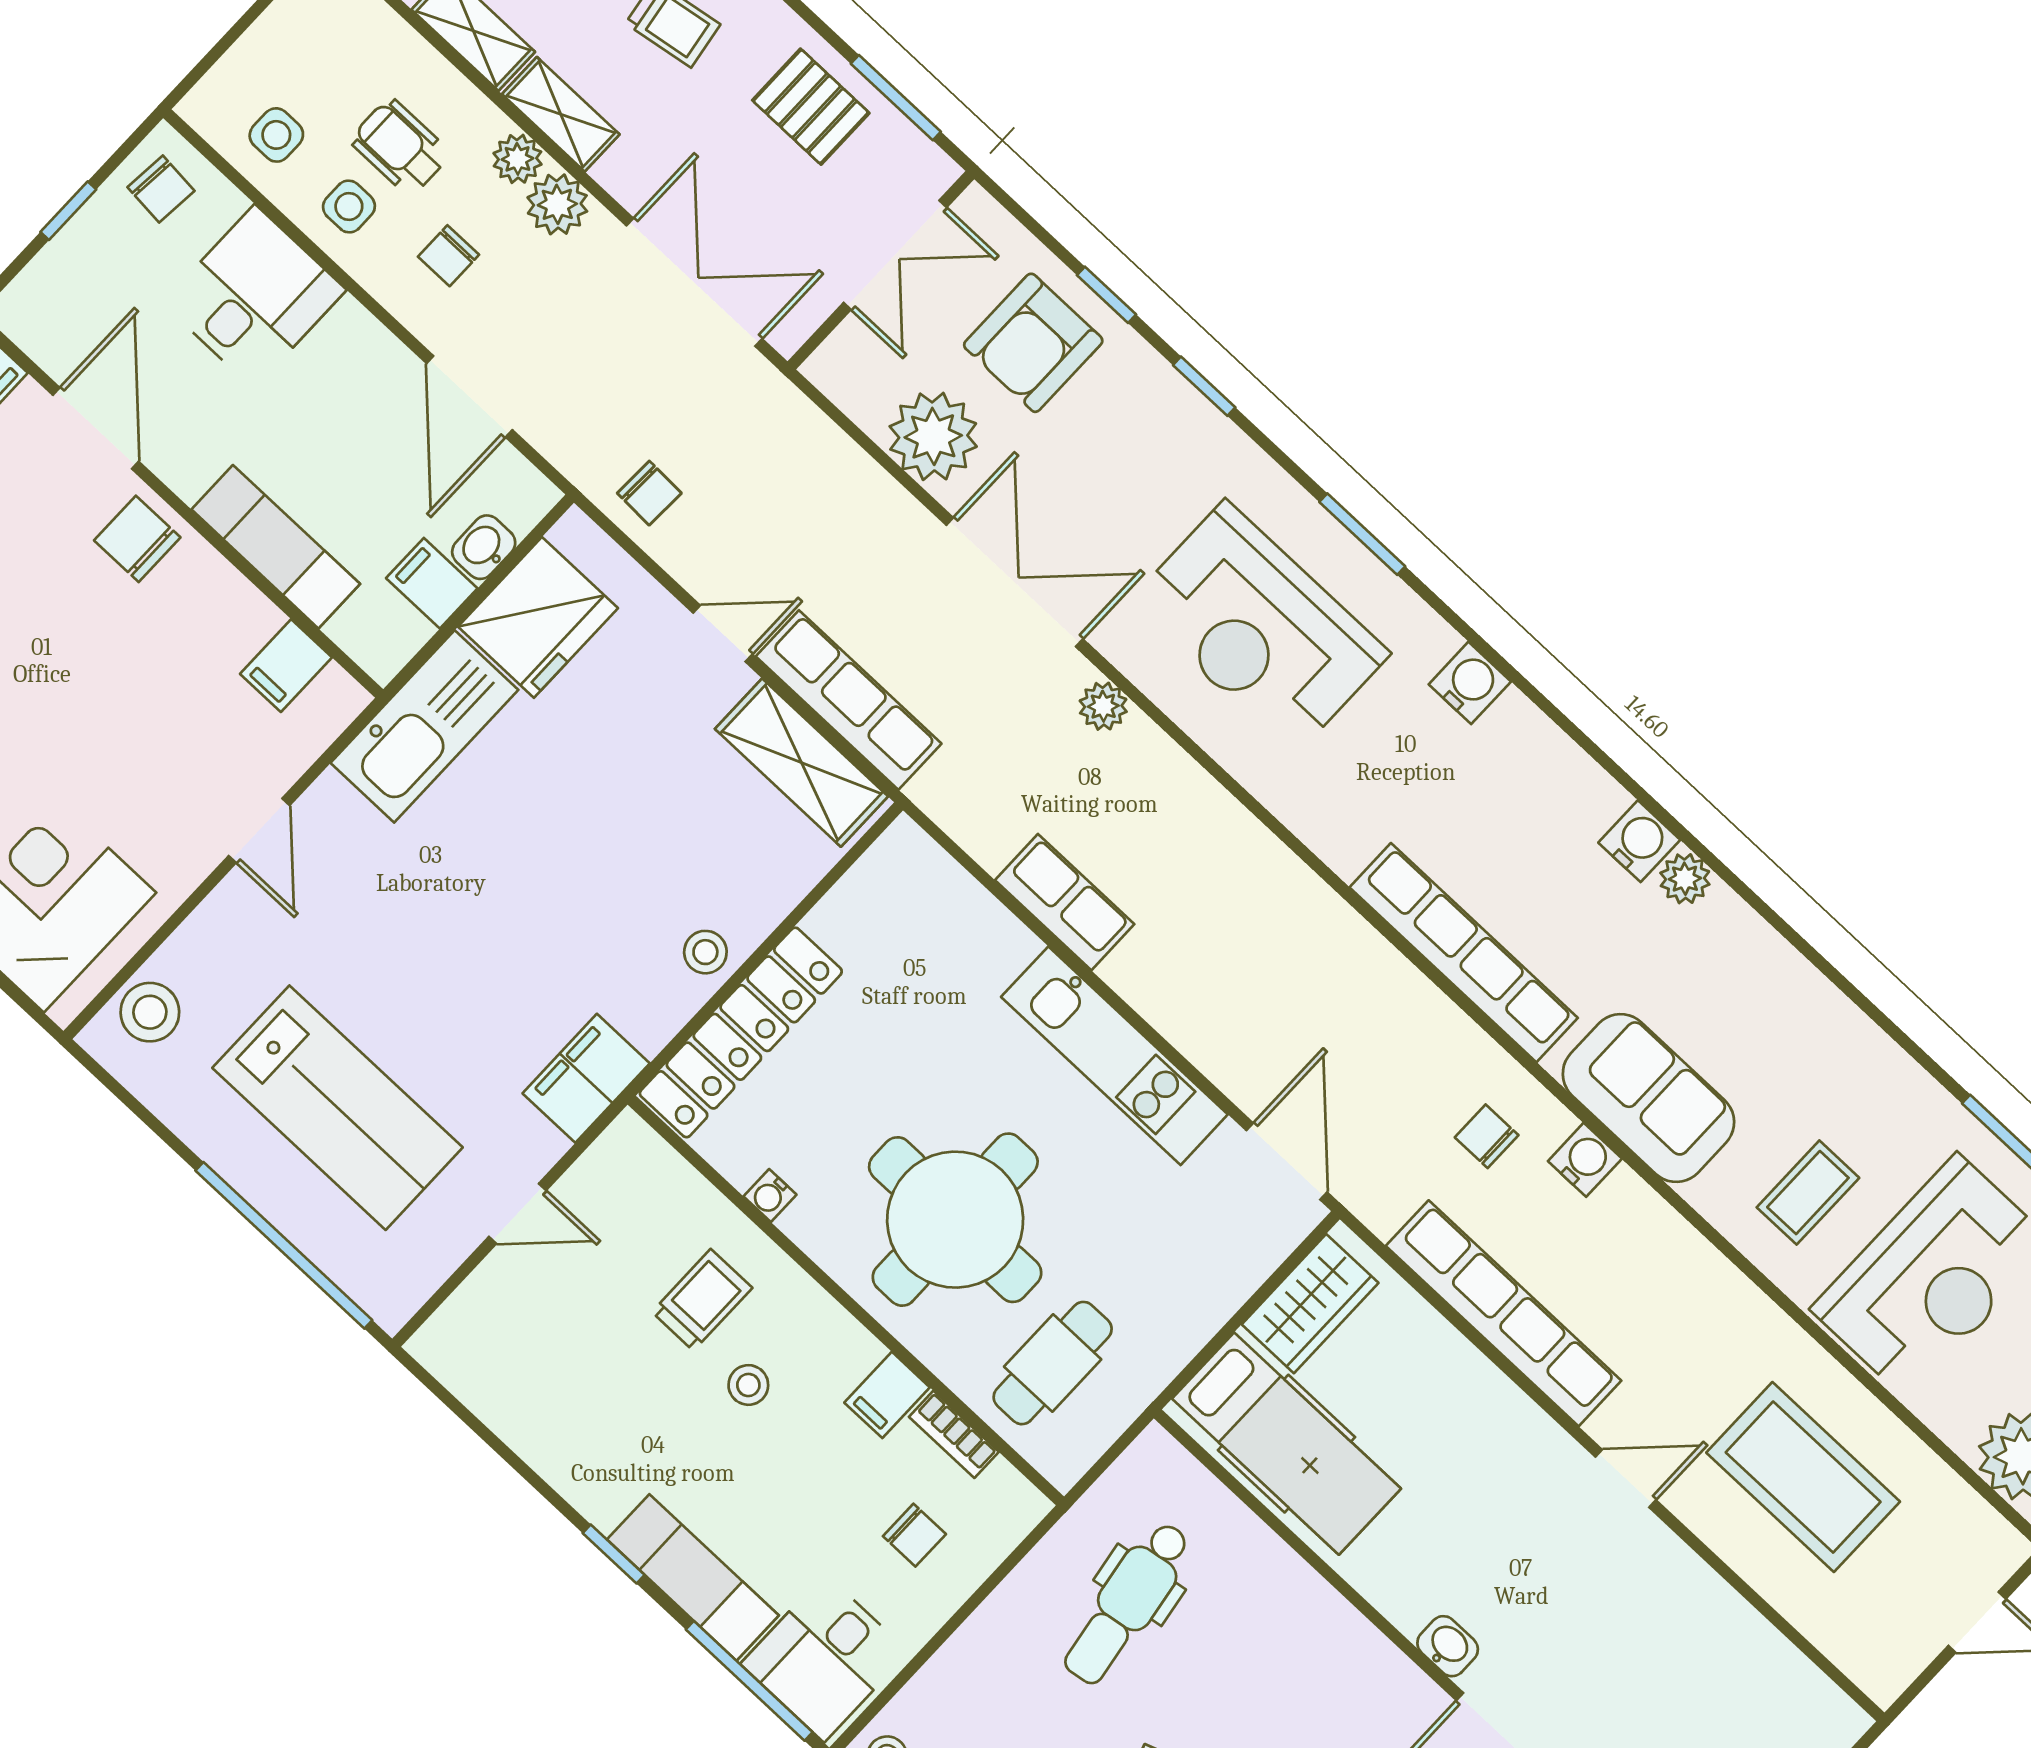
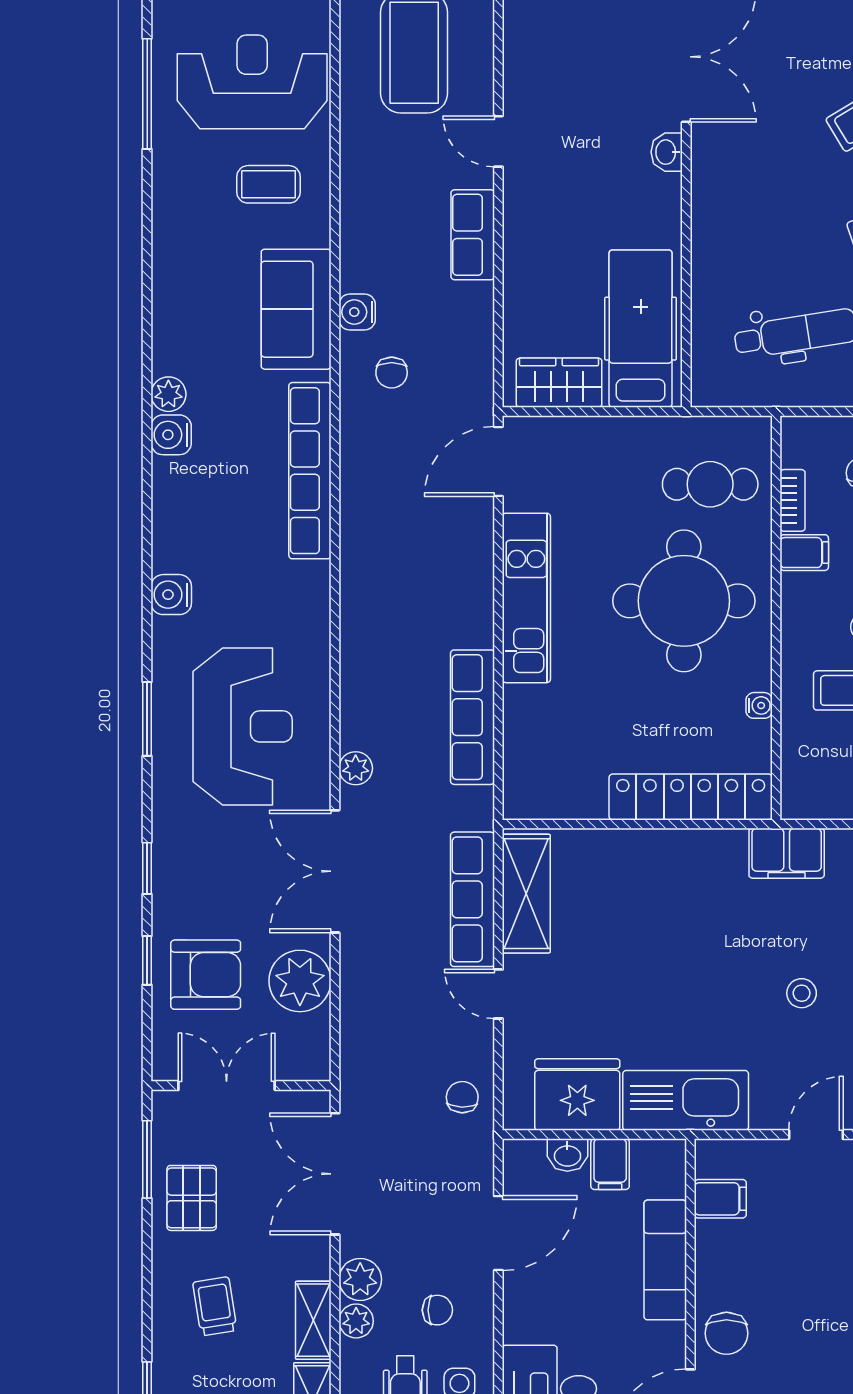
row of seats: (1065, 902) -> (472, 717), width x1.48
stool: (705, 952) -> (802, 993), moved
row of seats: (1504, 1313) -> (473, 235), width x0.50

